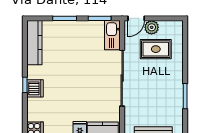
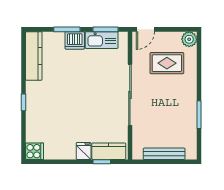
plant: (152, 27) -> (189, 39), moved
kitchen sink: (112, 35) -> (102, 40), moved, turned -90
dishwasher: (35, 88) -> (75, 40), moved, turned 90

